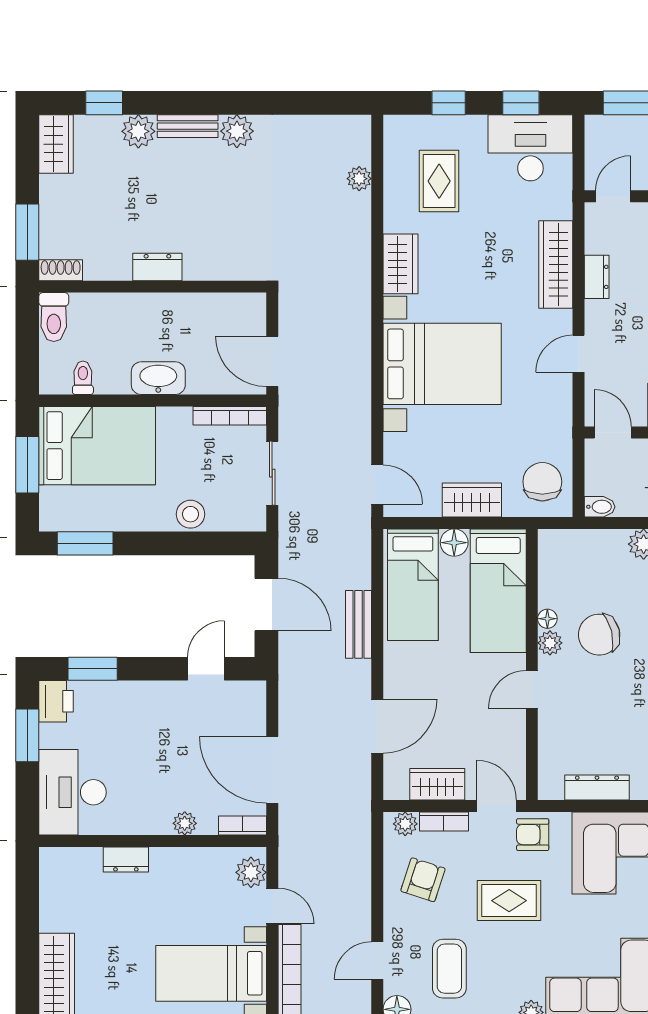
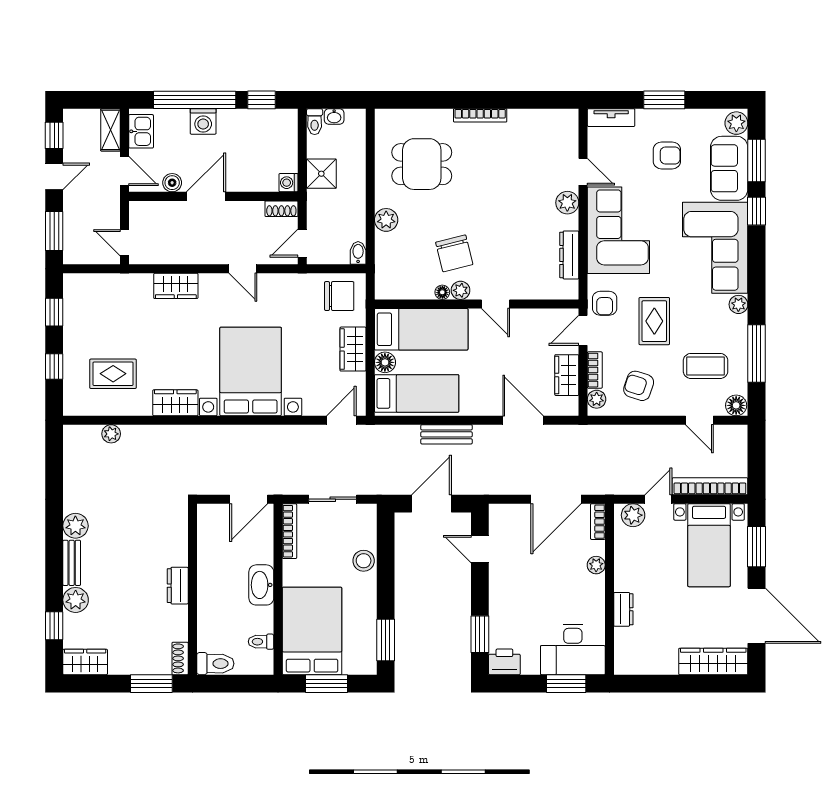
desk: (530, 148) -> (88, 305), removed
wardrobe: (556, 265) -> (176, 286), width x0.67
dresser: (597, 277) -> (185, 255), removed
chair: (542, 482) -> (339, 296), turned 180
window: (27, 735) -> (566, 684), moved

